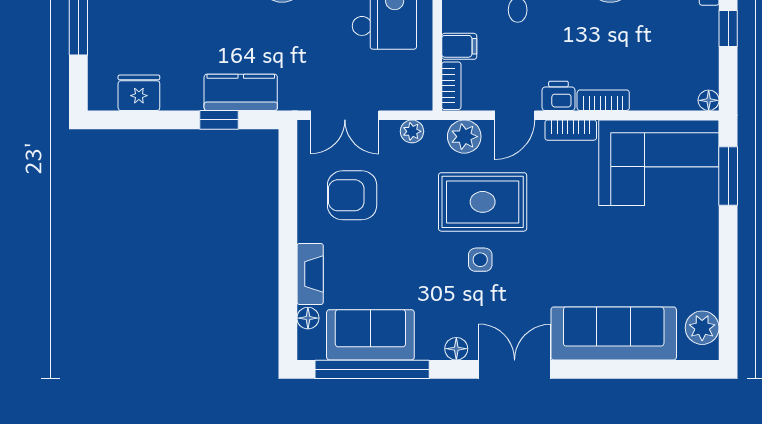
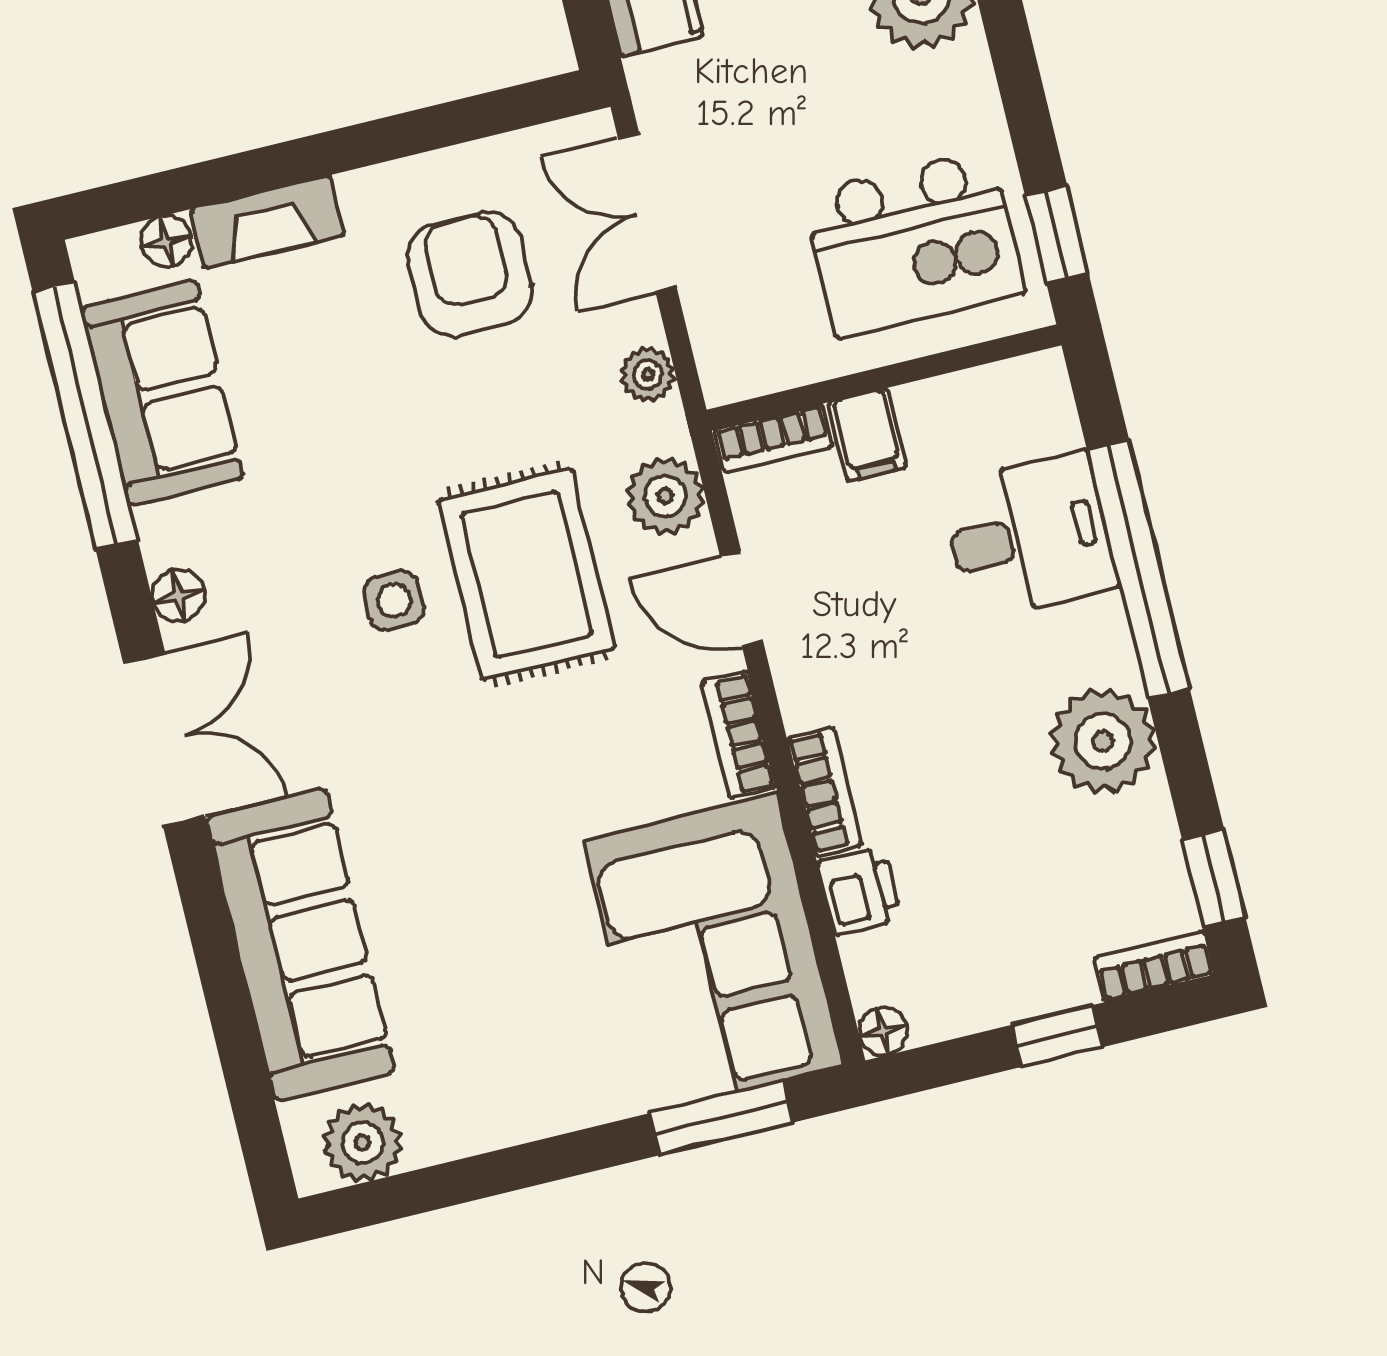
printer: (558, 96) -> (859, 891), moved

